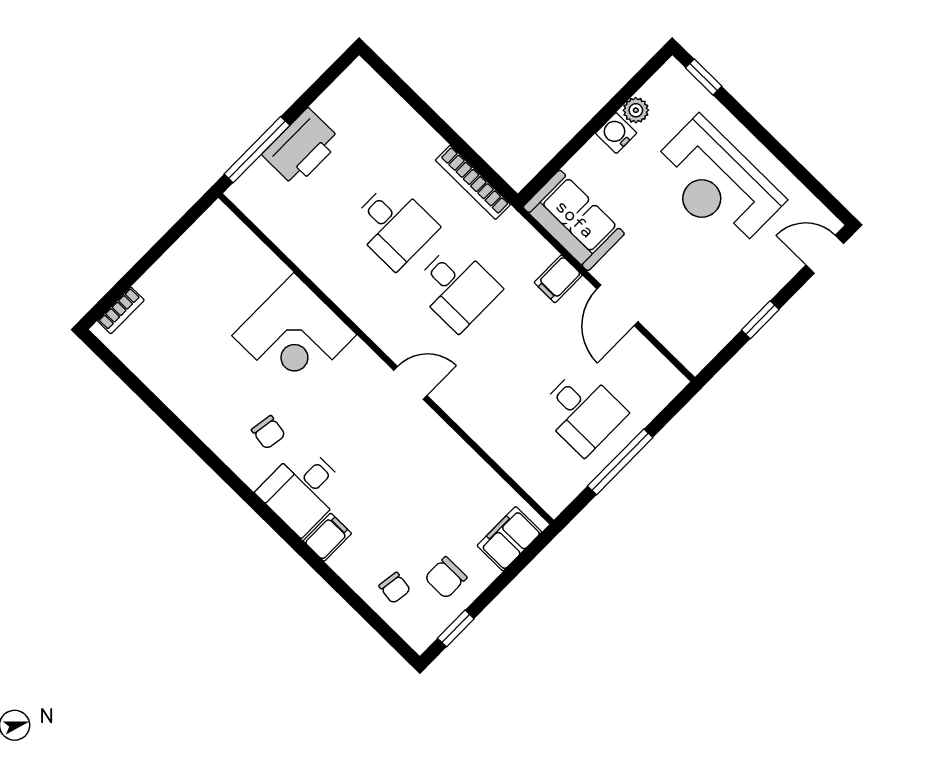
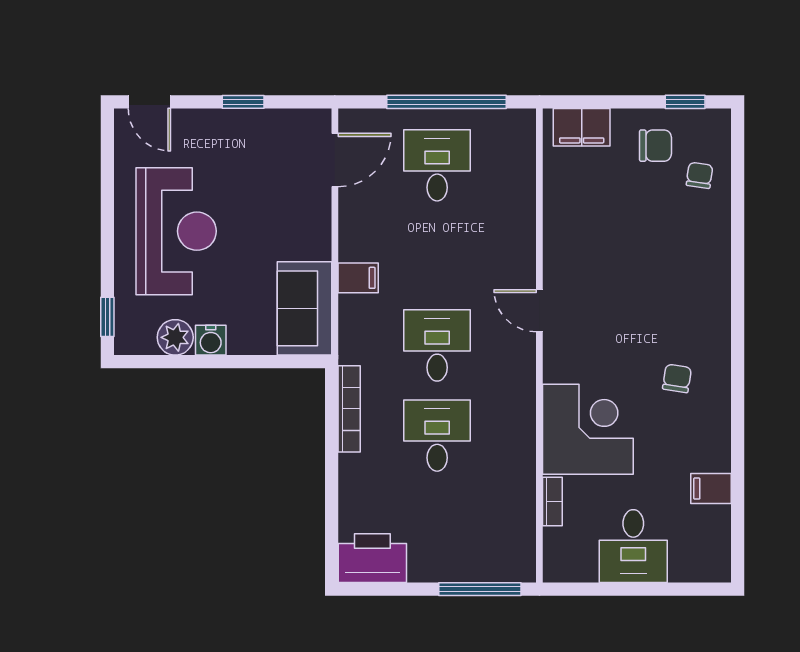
plant: (636, 110) -> (175, 337), width x1.38, depth x1.38
printer: (302, 148) -> (372, 558), moved
door: (618, 305) -> (335, 160), moved
bookcase: (121, 310) -> (552, 501), moved, turned 90
window: (620, 462) -> (447, 102), width x1.46
desk: (303, 490) -> (633, 546), moved, turned 90
filing cabinet: (327, 537) -> (711, 489), moved

